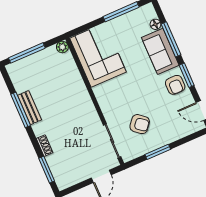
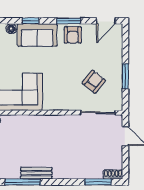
window: (171, 39) -> (31, 21), width x0.46
armchair: (175, 85) -> (73, 35), turned 90
window: (21, 110) -> (23, 182), moved
shoe rack: (45, 146) -> (113, 174), moved

